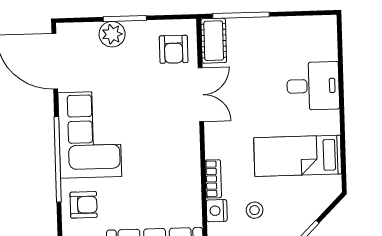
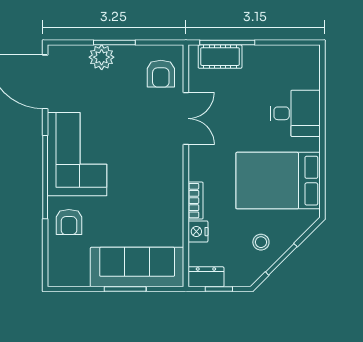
cot: (214, 41) -> (220, 57), moved, turned 90
bed: (298, 156) -> (278, 181), width x1.50
armchair: (84, 205) -> (69, 222), turned 90
stool: (255, 210) -> (261, 242), moved

